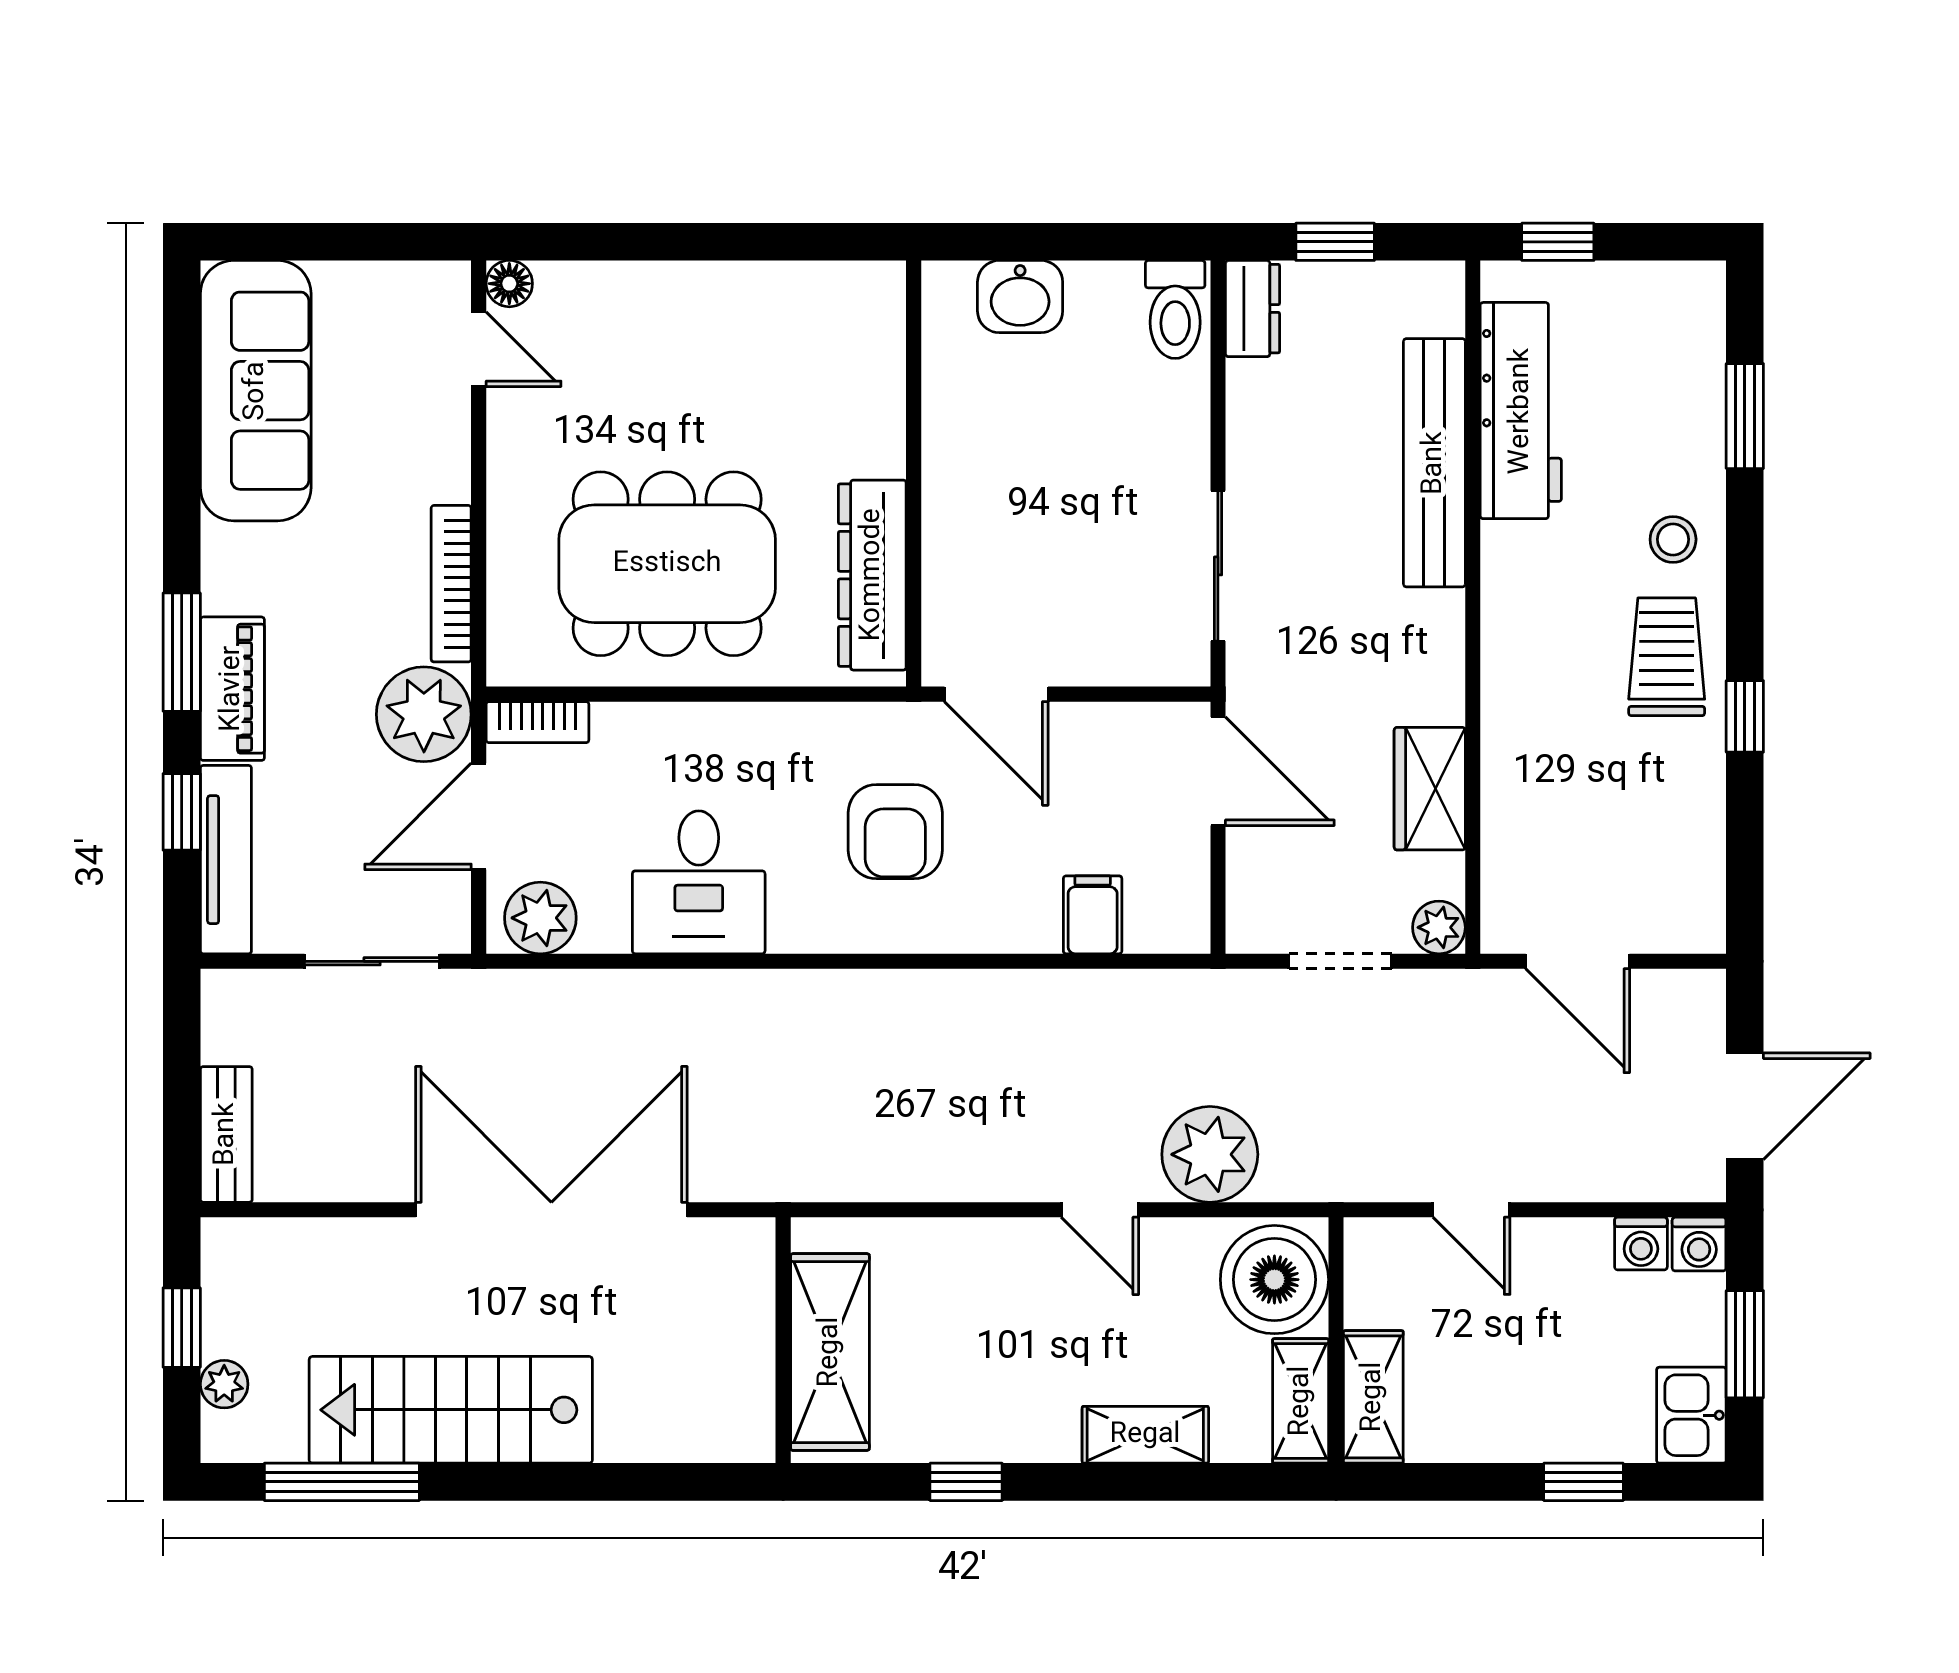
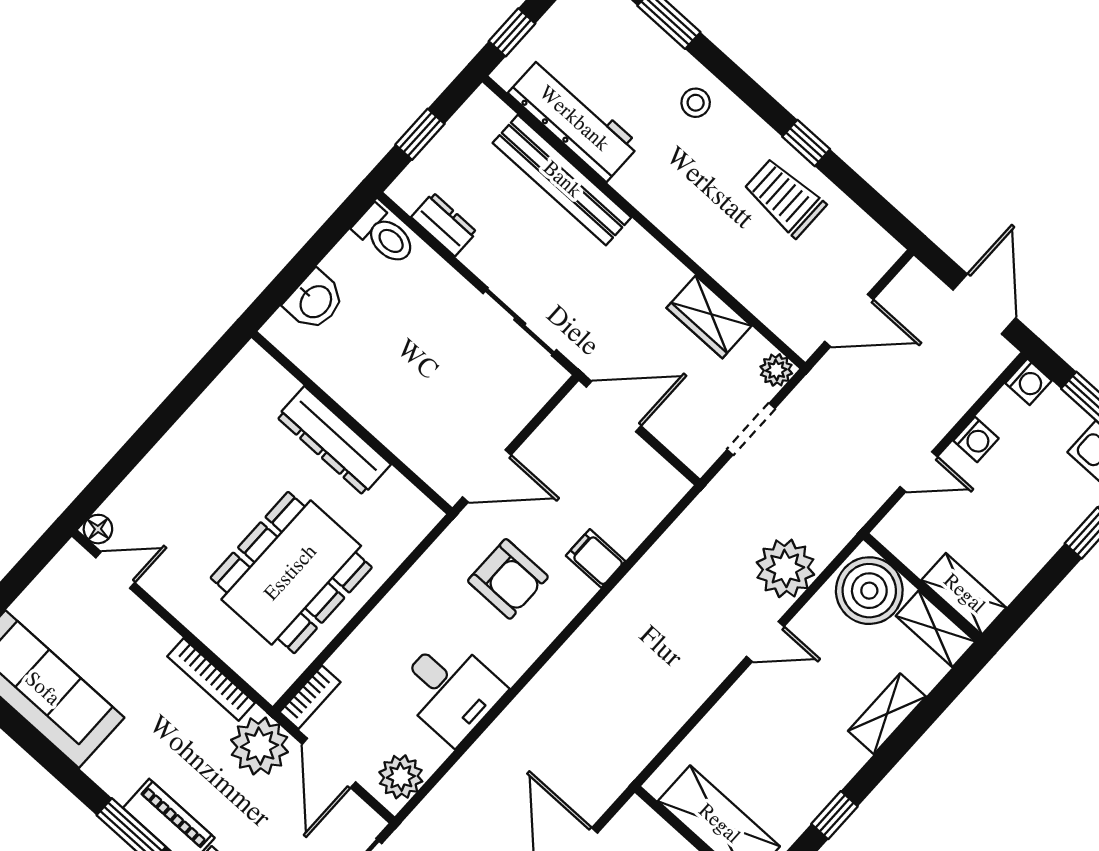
dresser: (1253, 309) -> (444, 225), moved
dresser: (872, 575) -> (334, 441), moved
trolley: (1667, 657) -> (785, 198), moved
filing cabinet: (1093, 915) -> (596, 558), moved
washing machine: (1641, 1244) -> (976, 439), moved

